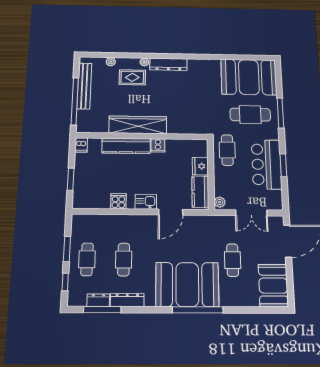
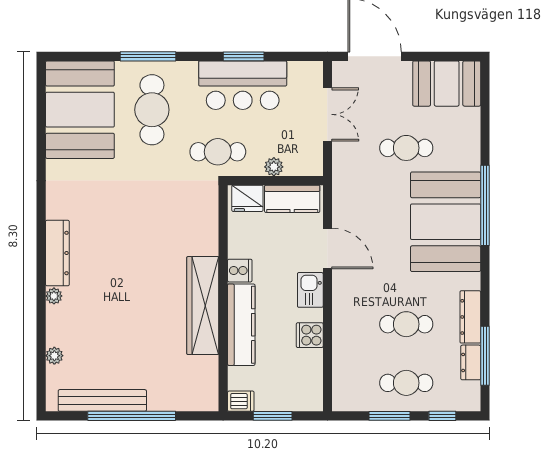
rug: (132, 77) -> (84, 317), removed
wardrobe: (138, 125) -> (203, 306), moved
wall: (142, 136) -> (223, 298), moved
dishwasher: (81, 145) -> (241, 401), moved
cooker: (158, 145) -> (240, 271), moved
kitchen counter: (126, 146) -> (241, 325), moved
plant: (220, 202) -> (274, 167), moved

